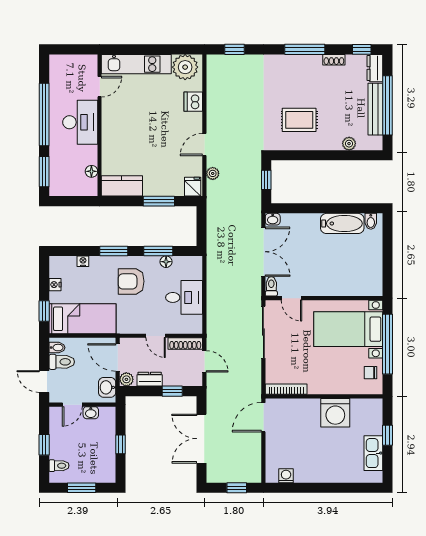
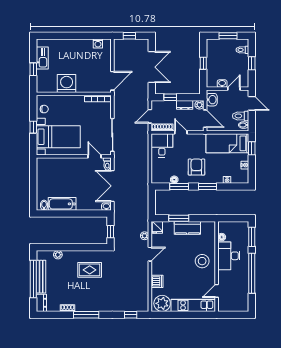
window: (362, 49) -> (50, 315), removed
desk: (80, 122) -> (229, 256), moved
stool: (122, 134) -> (202, 261), added
kitchen counter: (122, 186) -> (187, 228), moved
armchair: (131, 281) -> (196, 167), turned -90
desk: (184, 297) -> (162, 145), moved, turned 90
window: (388, 344) -> (33, 127), width x0.32
door: (204, 361) -> (150, 116), hinge flipped

